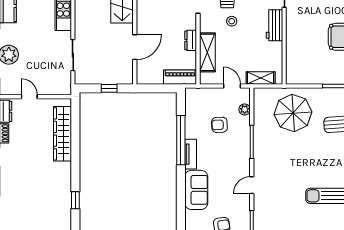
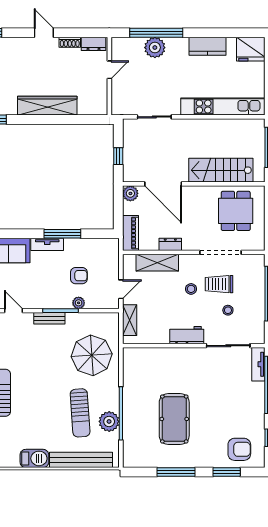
door: (135, 47) -> (163, 184), width x1.36
plant: (144, 77) -> (130, 193), added
plant: (245, 109) -> (79, 303), moved
armchair: (219, 125) -> (79, 276), turned 93
wardrobe: (62, 134) -> (47, 106), moved
window: (181, 140) -> (62, 234), width x0.68
bench: (259, 152) -> (49, 318), added

